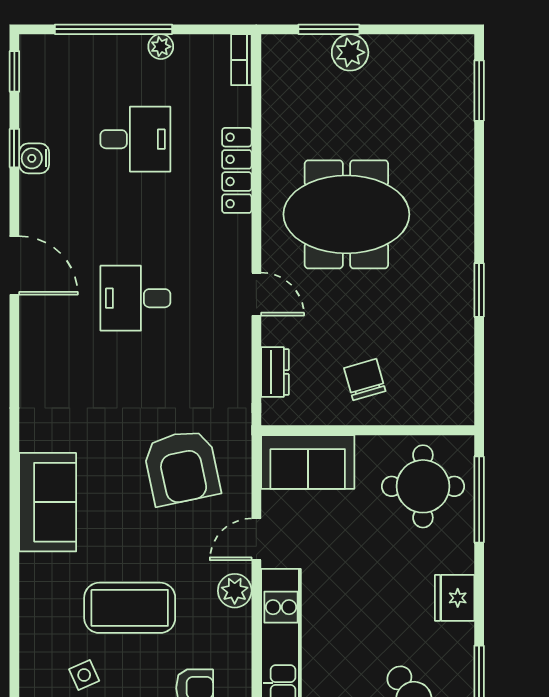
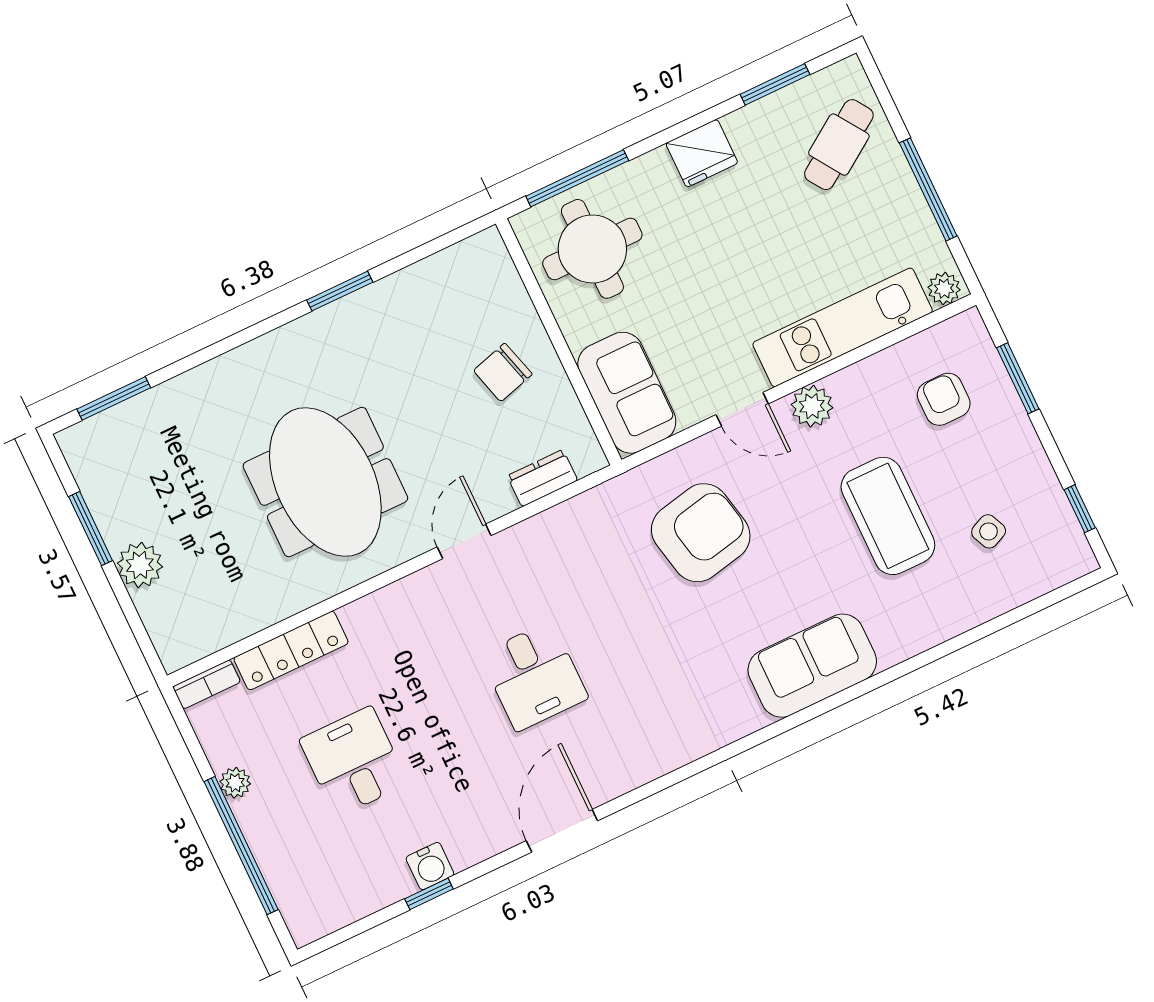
window: (329, 29) -> (91, 529), moved
window: (14, 71) -> (342, 935), removed
locker: (237, 170) -> (291, 651), moved

